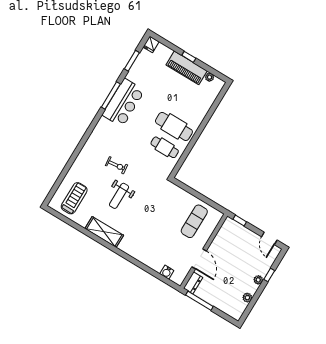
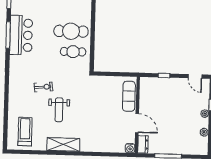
wall: (204, 251) -> (137, 115), moved
door: (199, 259) -> (137, 123), moved
dresser: (193, 283) -> (143, 144), moved

